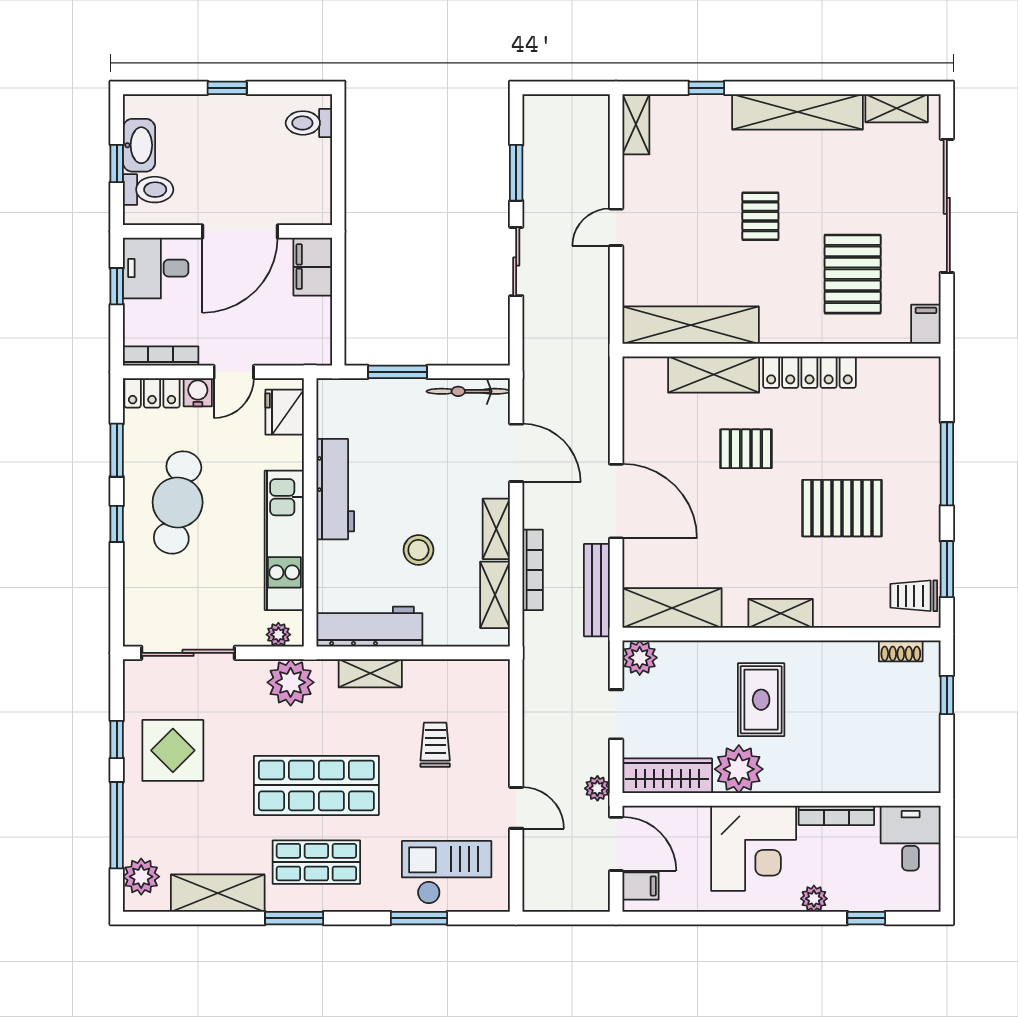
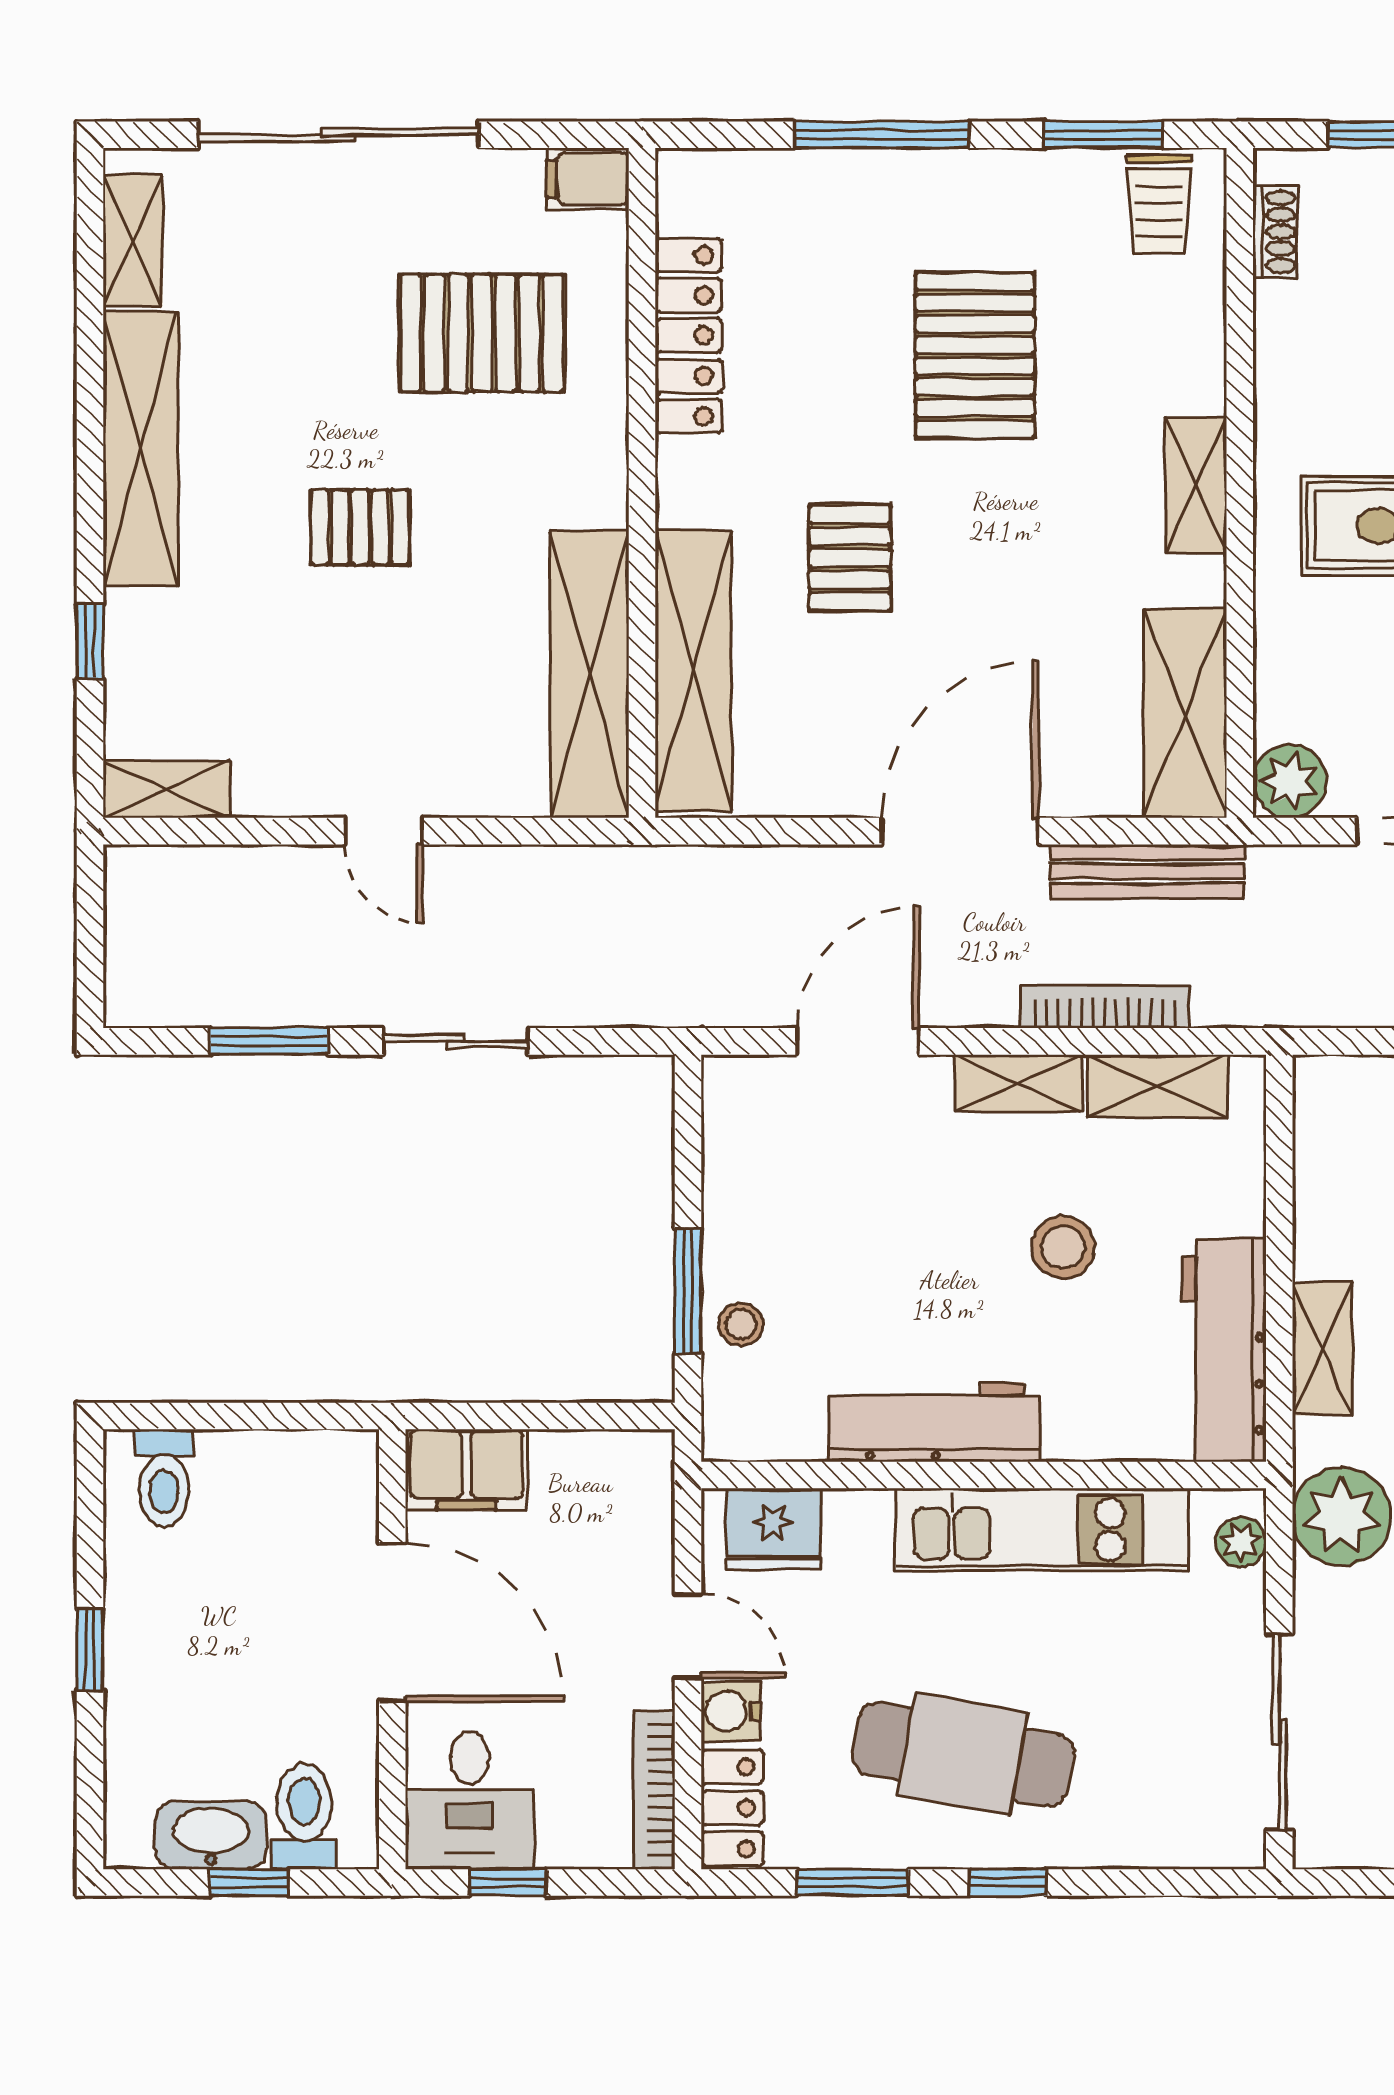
locker: (809, 372) -> (688, 335), moved
shelving: (714, 374) -> (693, 671), width x1.47
bicycle: (468, 391) -> (729, 1142), removed
stool: (382, 397) -> (741, 1324), added

